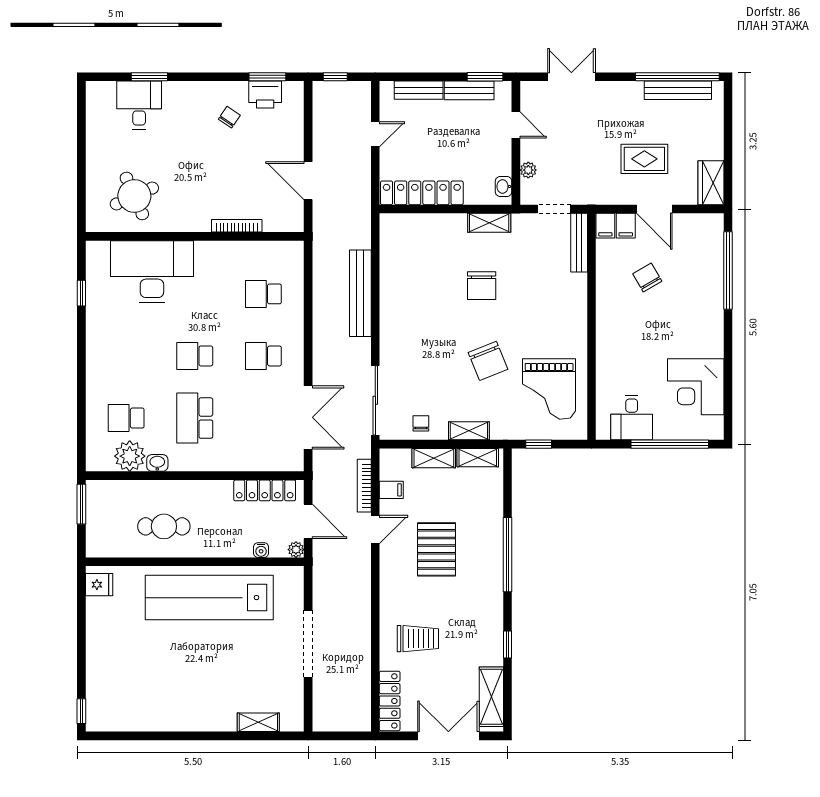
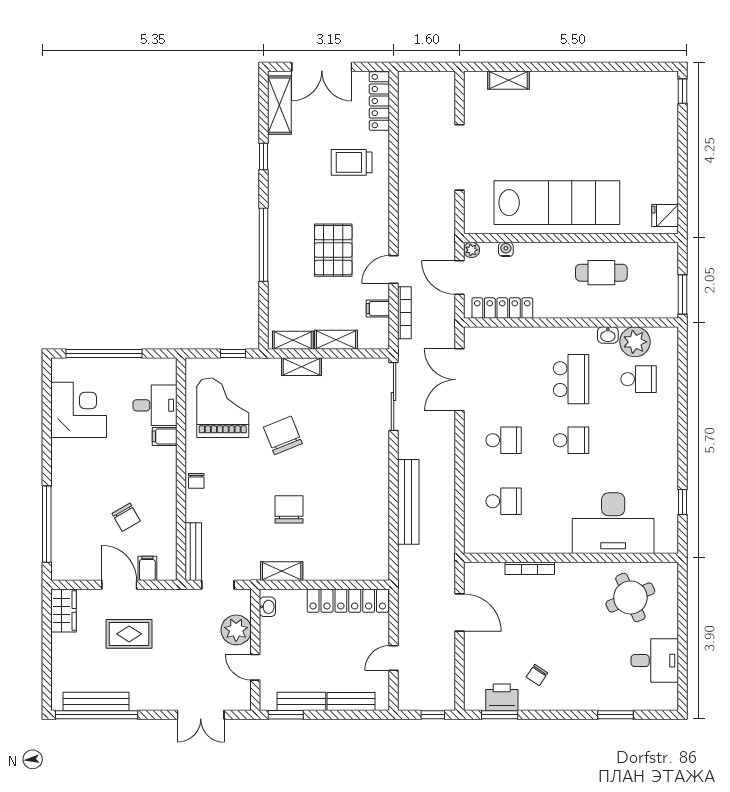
desk: (139, 105) -> (655, 661), moved, turned -90
plant: (528, 170) -> (236, 630), width x1.88, depth x1.88
filing cabinet: (605, 226) -> (165, 436), moved, turned -90
desk: (632, 418) -> (155, 405), moved, turned 90
chair: (421, 423) -> (196, 481), moved

